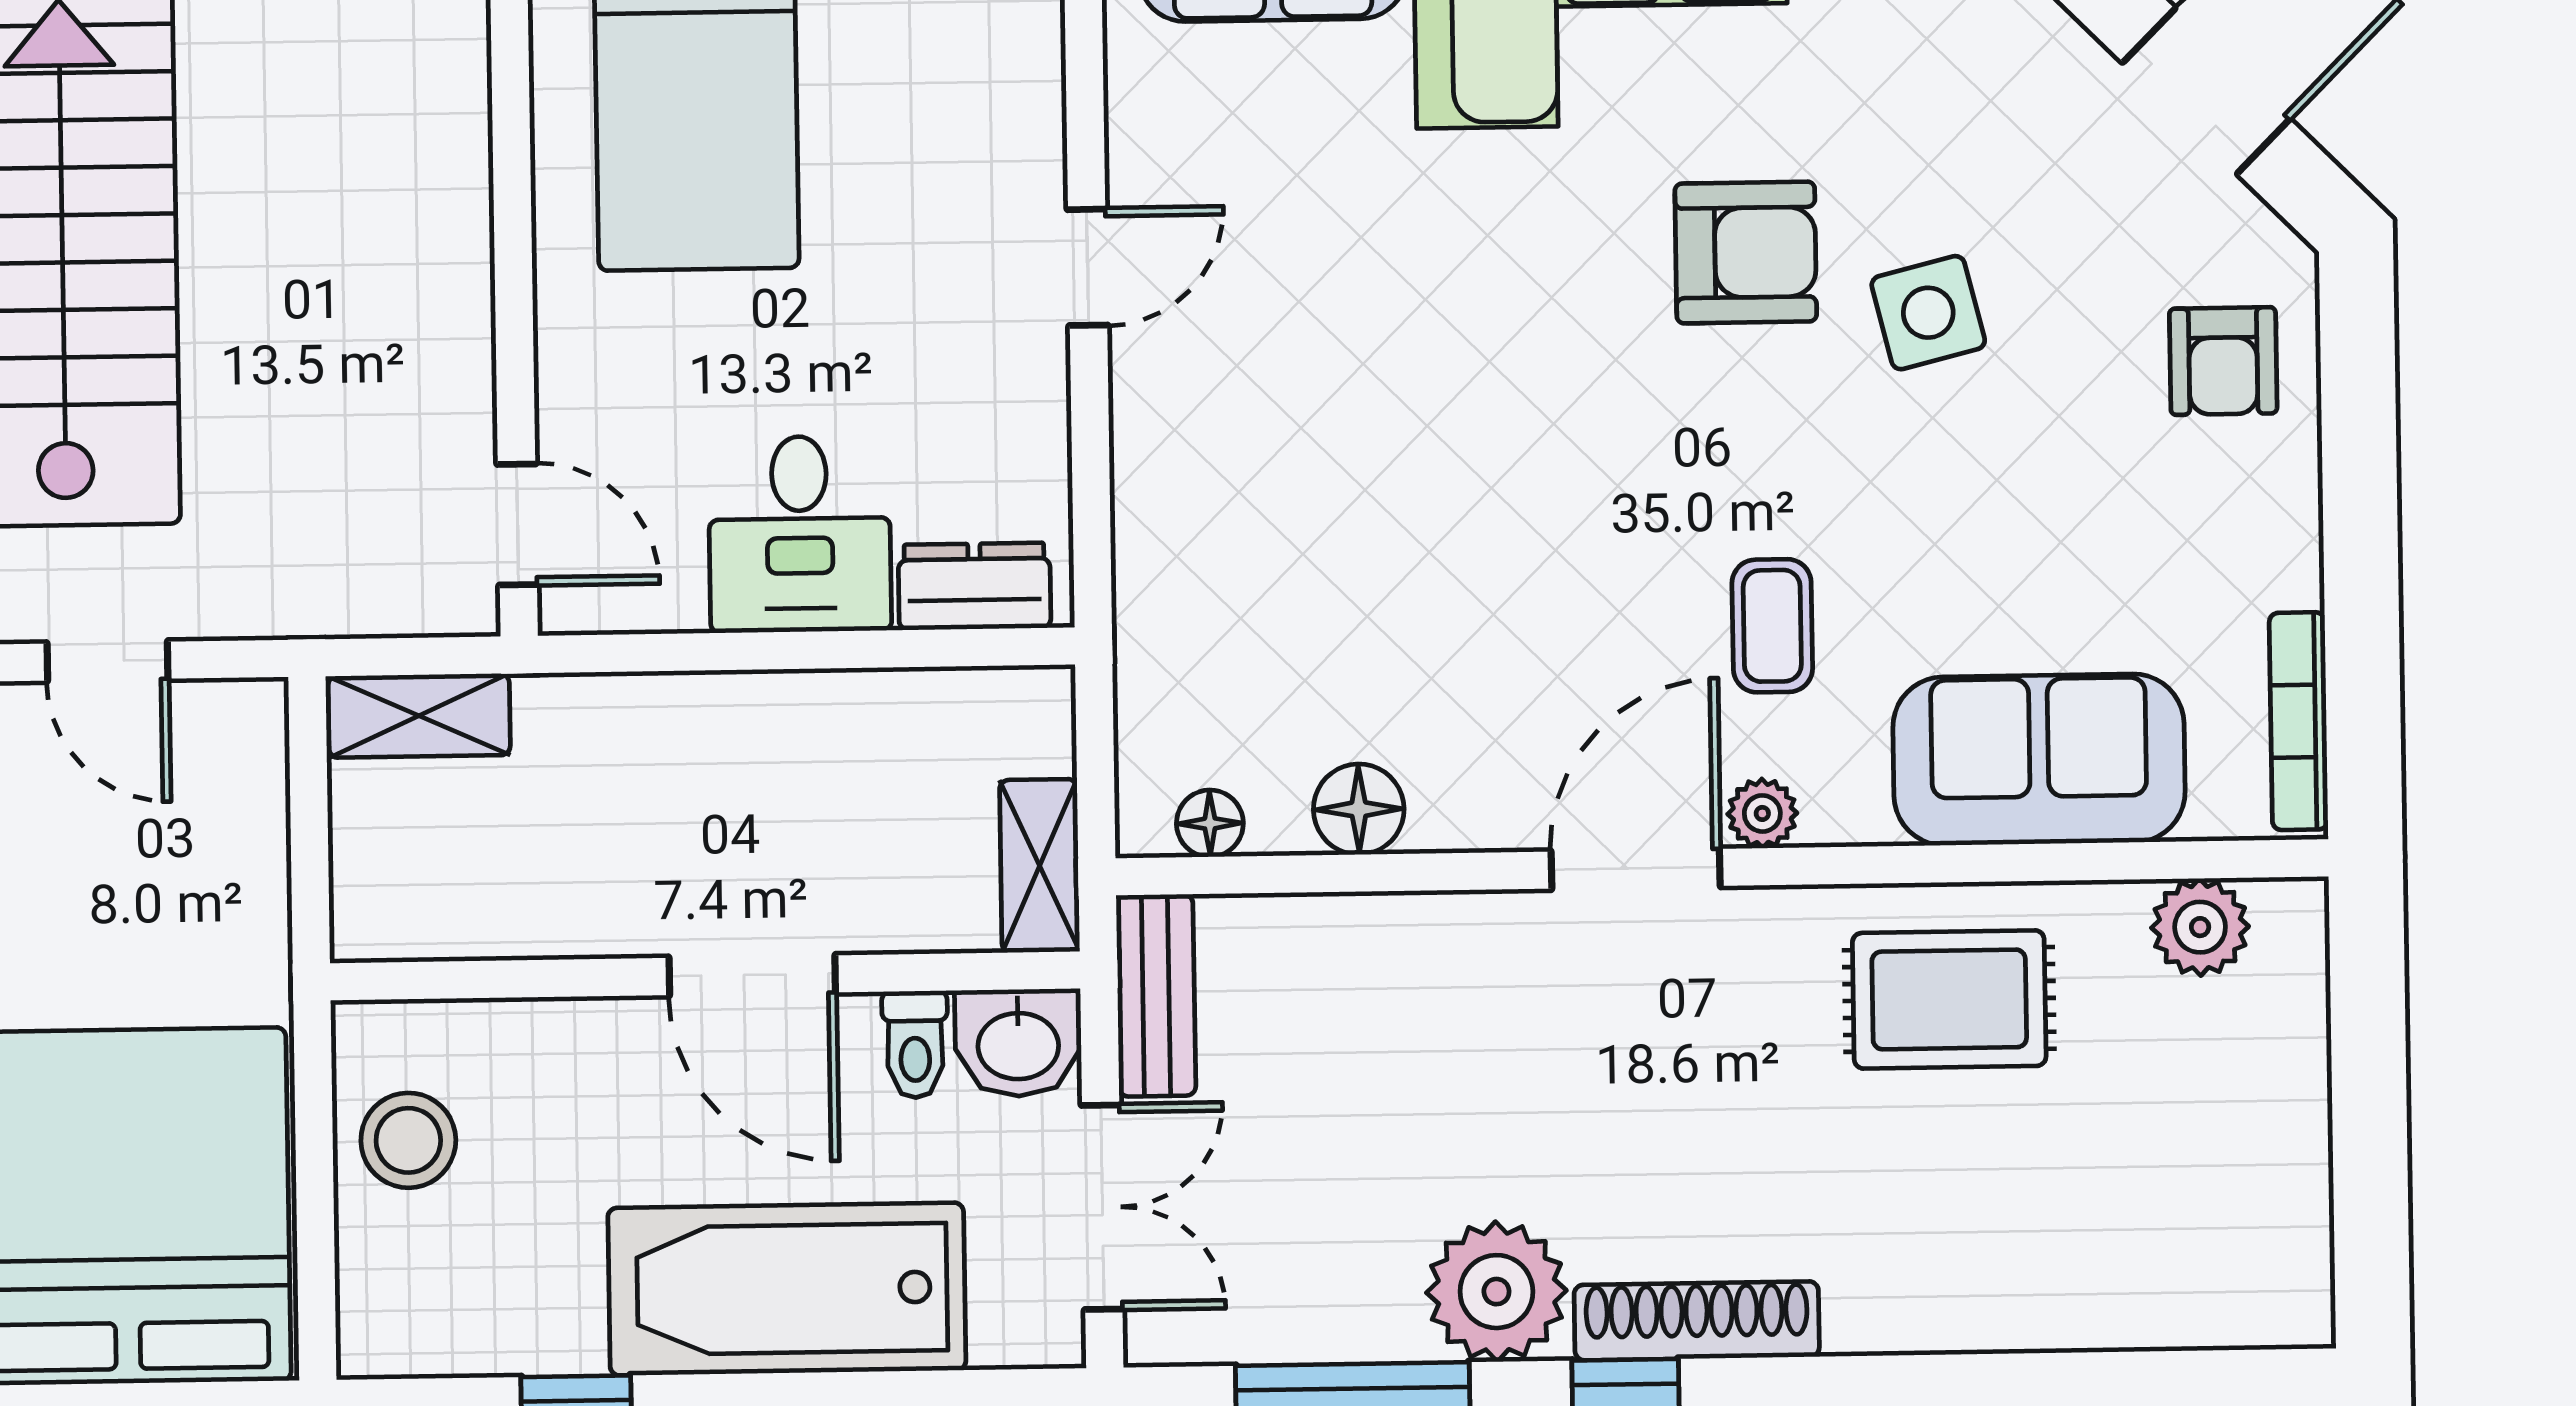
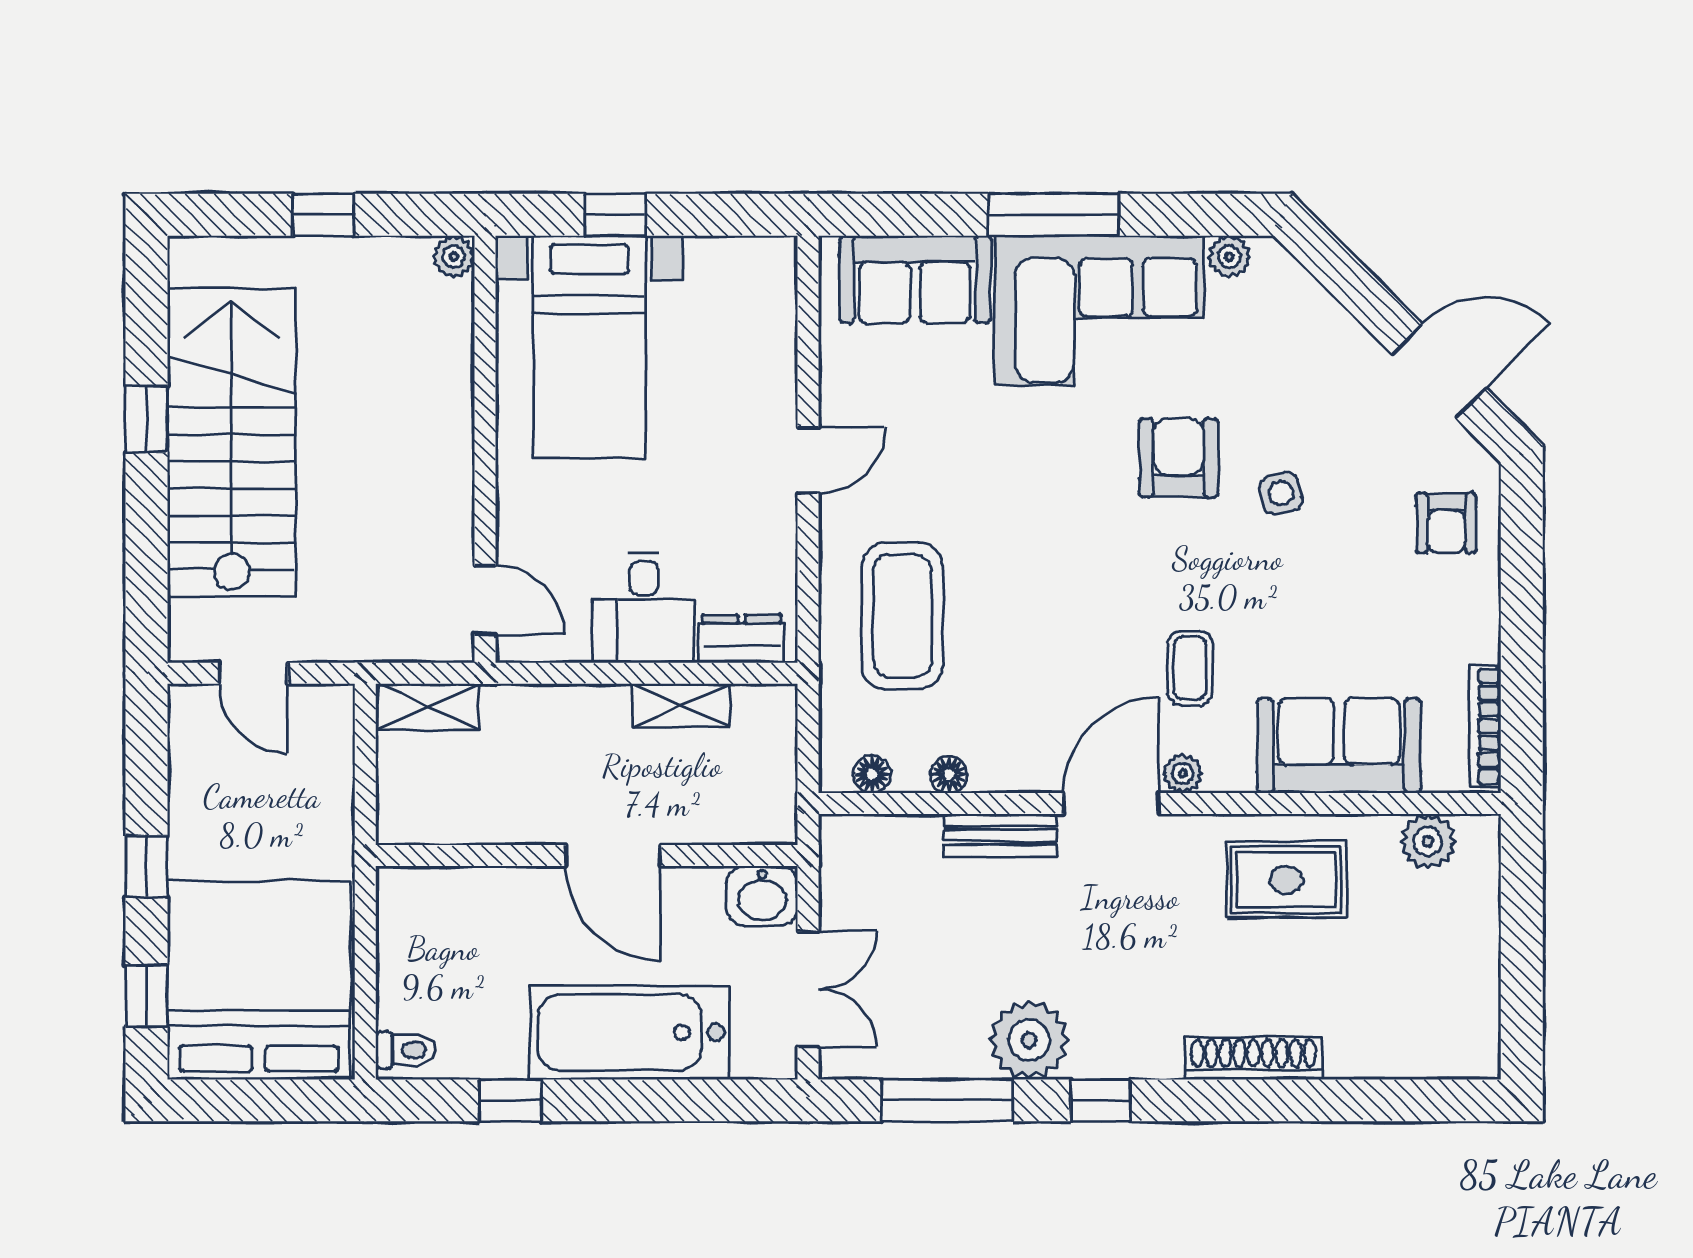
armchair: (1746, 253) -> (1178, 458), turned -90
side table: (1928, 313) -> (1281, 493), width x0.73, depth x0.73
coffee table: (1259, 541) -> (902, 616), added
floor lamp: (1359, 809) -> (949, 774), width x0.73, depth x0.73
shelving: (1040, 866) -> (681, 705), moved, turned 90
bench: (1156, 995) -> (1000, 835), moved, turned 90
toilet: (915, 1044) -> (406, 1050), moved, turned -90
stool: (408, 1140) -> (418, 945), removed
shoe rack: (1697, 1321) -> (1254, 1058), moved

